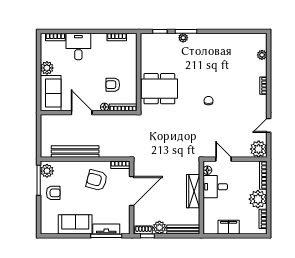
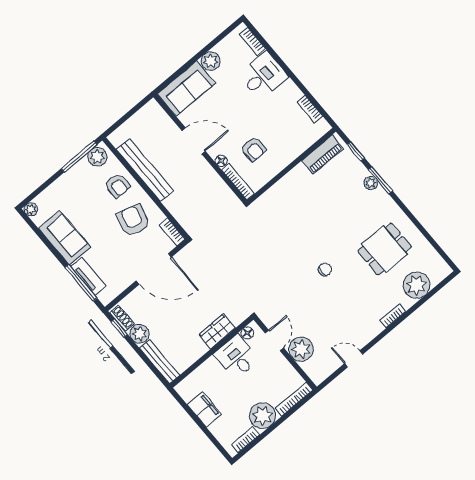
piano: (147, 50) -> (323, 155), added
plant: (262, 55) -> (416, 285), width x1.88, depth x1.88
armchair: (113, 85) -> (253, 149), turned 180
dining table: (159, 89) -> (385, 249), moved, width x0.73
door: (82, 113) -> (194, 141), hinge flipped
plant: (259, 149) -> (301, 349), moved
wardrobe: (193, 191) -> (217, 331), width x0.67
armchair: (53, 193) -> (117, 186), moved
plant: (45, 229) -> (31, 209), added

